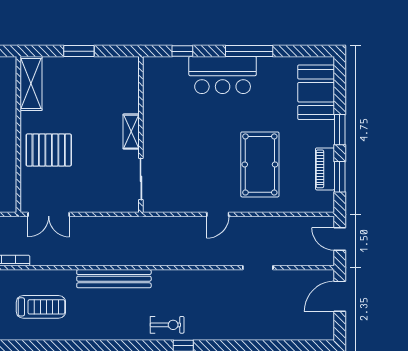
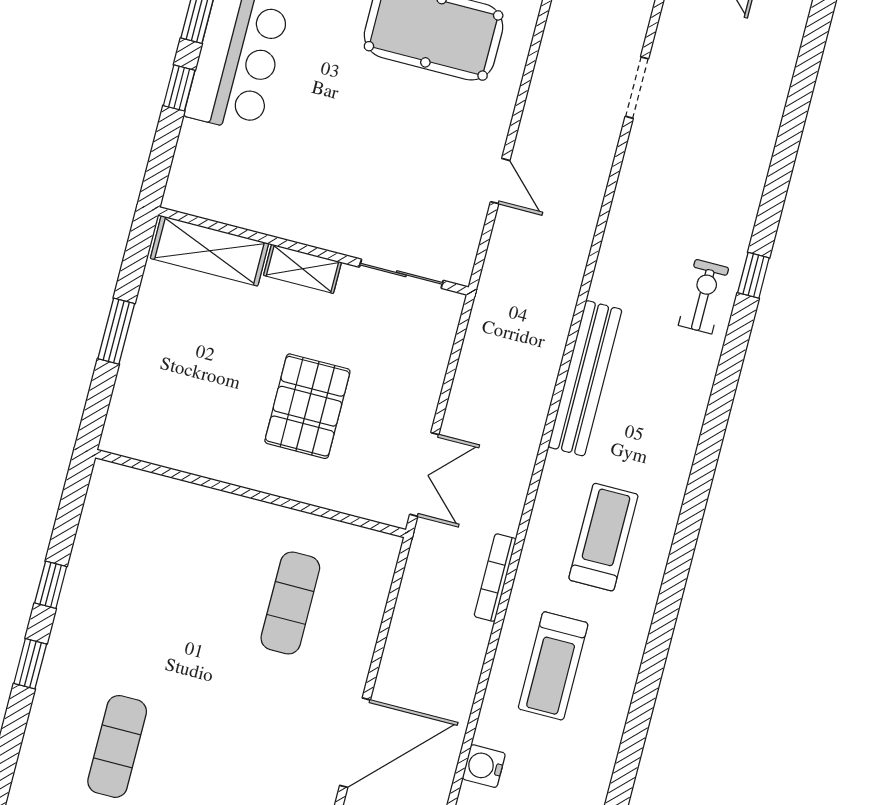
window: (182, 51) -> (179, 88), moved
shelving: (31, 83) -> (209, 251), moved
pallet: (49, 150) -> (307, 406), moved
door: (218, 214) -> (500, 181), moved

